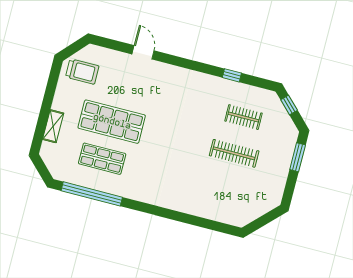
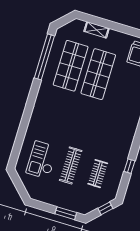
shop shelf: (102, 159) -> (71, 66), width x1.43, depth x1.36
checkout: (228, 192) -> (42, 160), added

